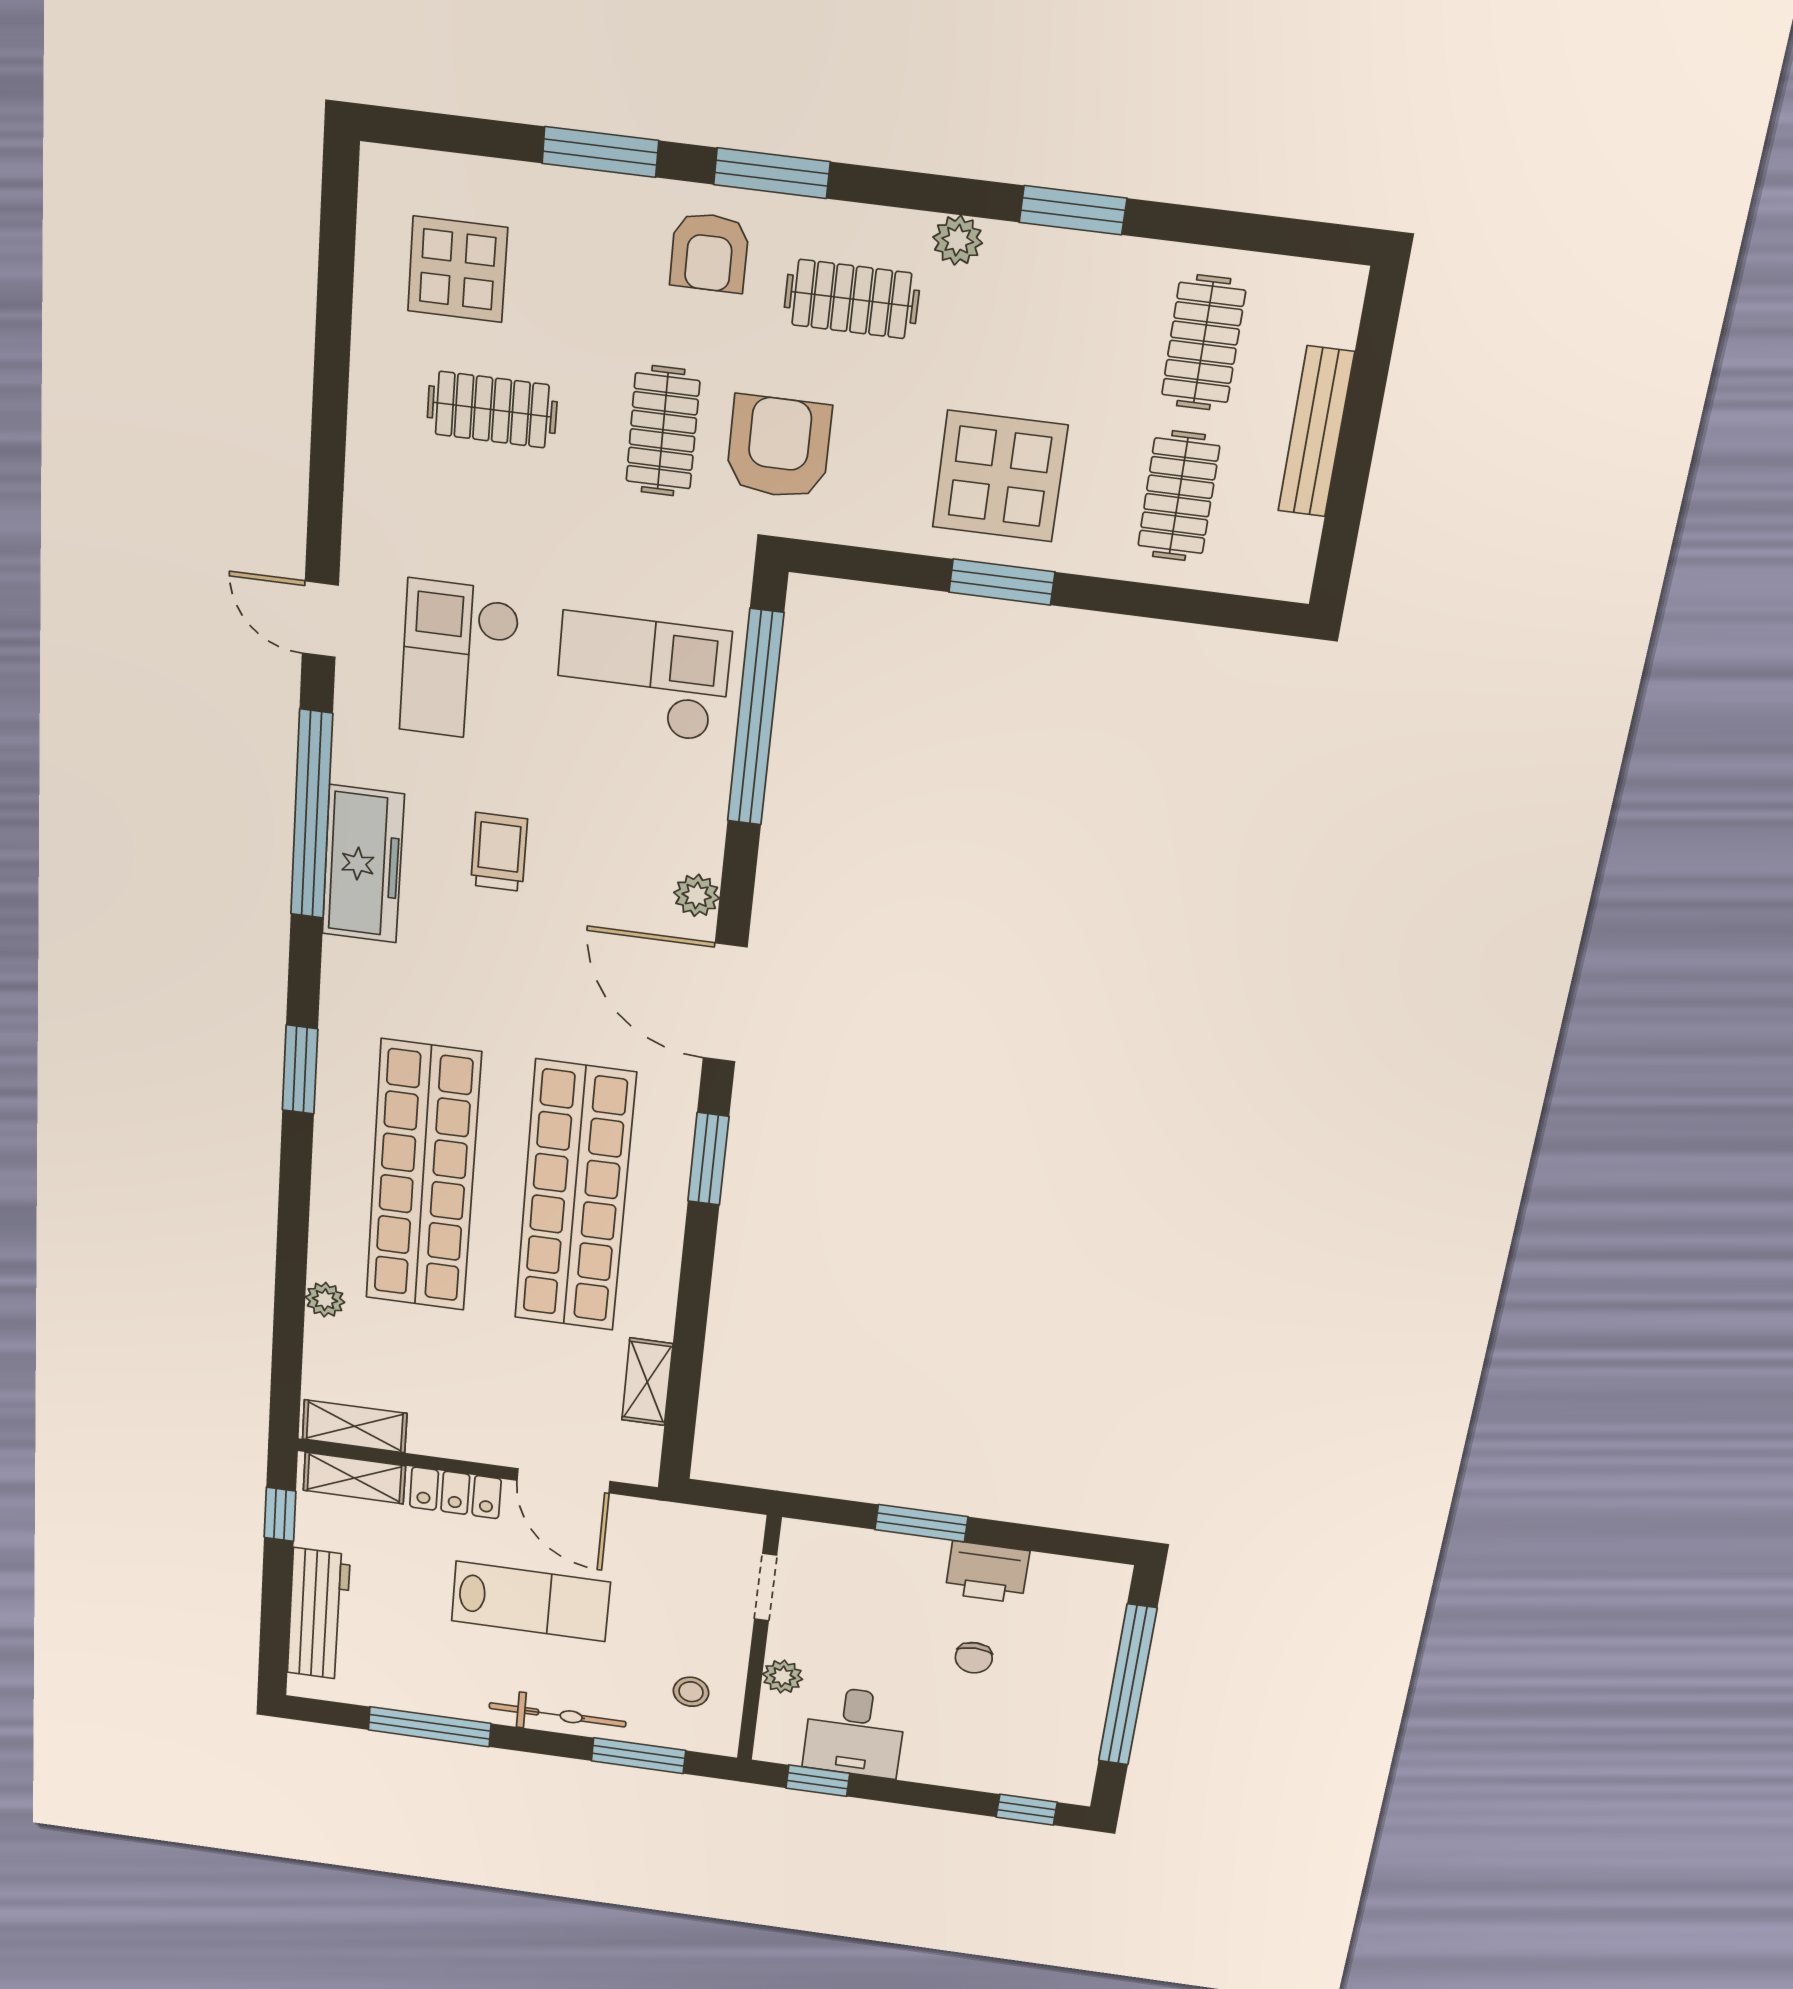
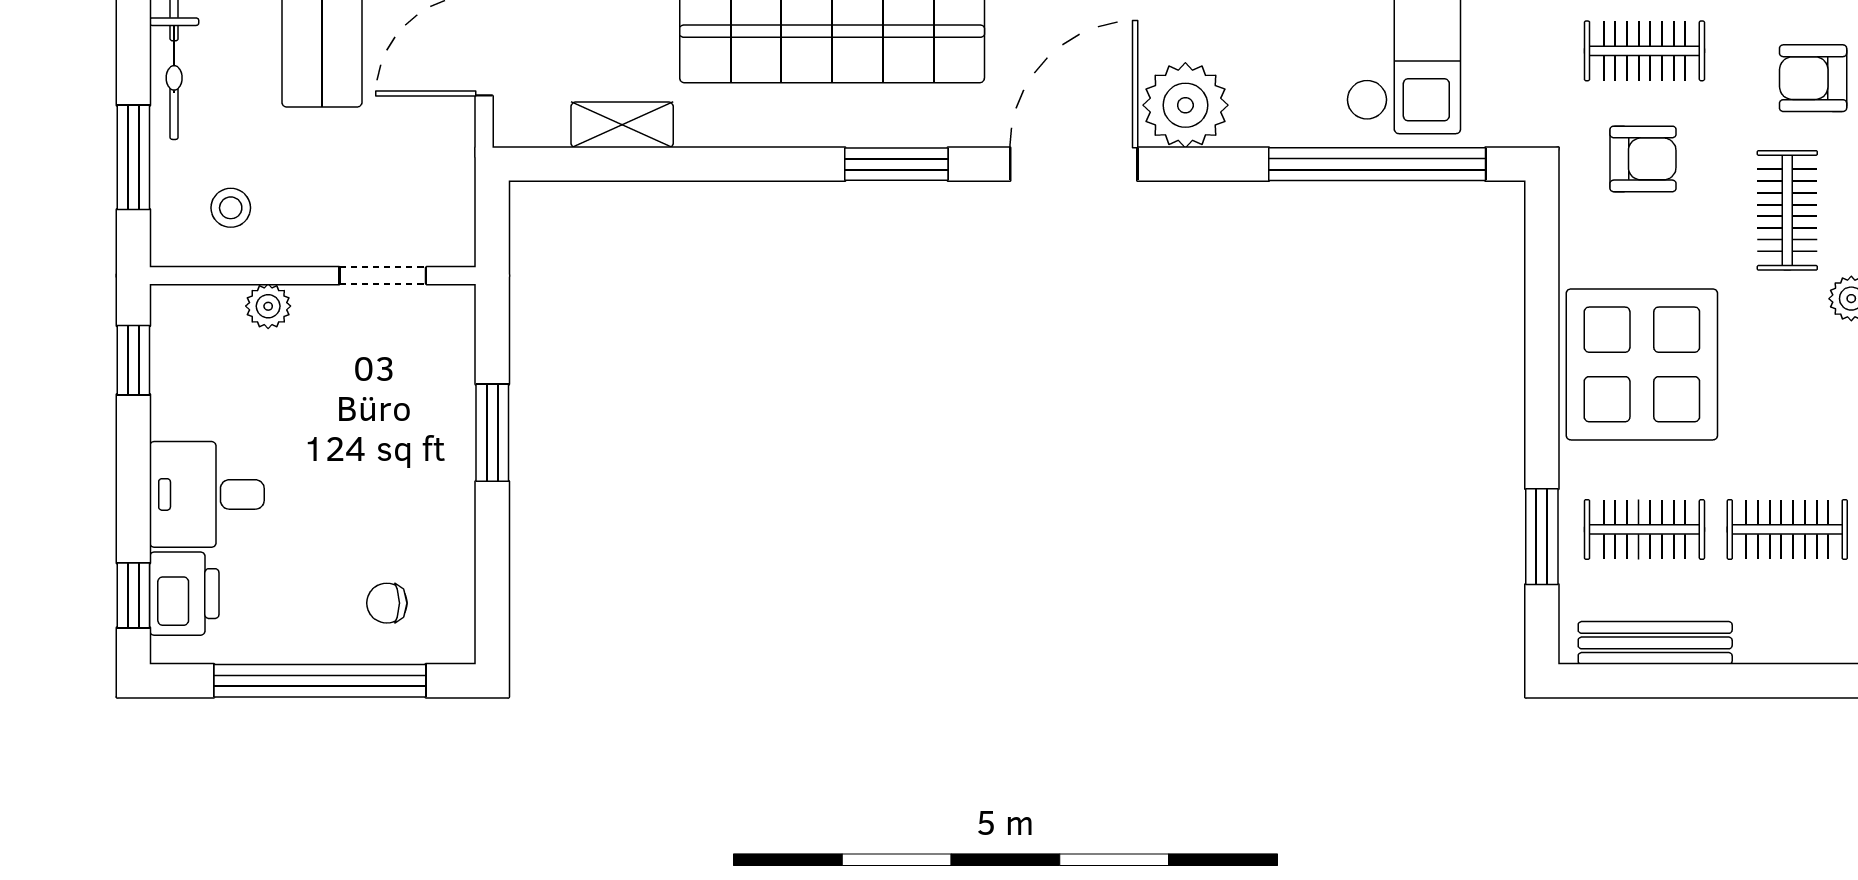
bench: (1316, 432) -> (1655, 643), moved
armchair: (779, 447) -> (1643, 159), width x0.72, depth x0.72
display table: (1000, 476) -> (1642, 364), width x1.36, depth x1.36
window: (1002, 582) -> (1542, 537), moved
plant: (697, 895) -> (1185, 105), width x1.88, depth x1.88
printer: (987, 1572) -> (184, 594), moved, turned 180
chair: (974, 1658) -> (387, 603), moved
desk: (855, 1732) -> (207, 494), moved

